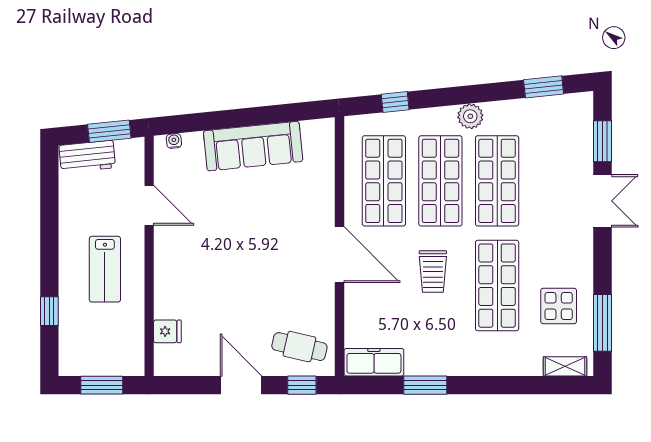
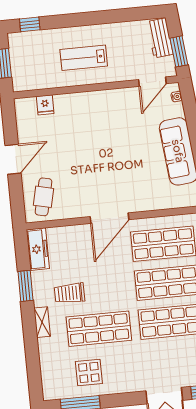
door: (149, 205) -> (152, 82), moved
trolley: (433, 272) -> (69, 293), moved
window: (49, 311) -> (30, 24), moved
shelving: (565, 366) -> (42, 322), moved
window: (302, 385) -> (17, 201), removed

